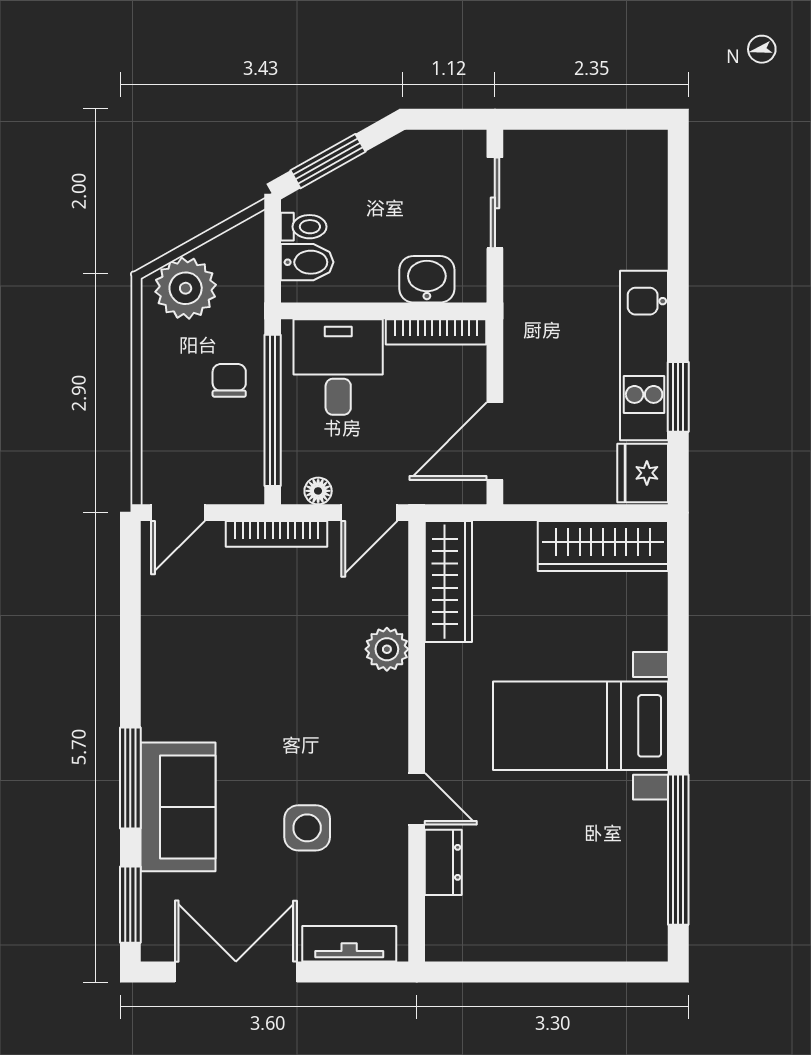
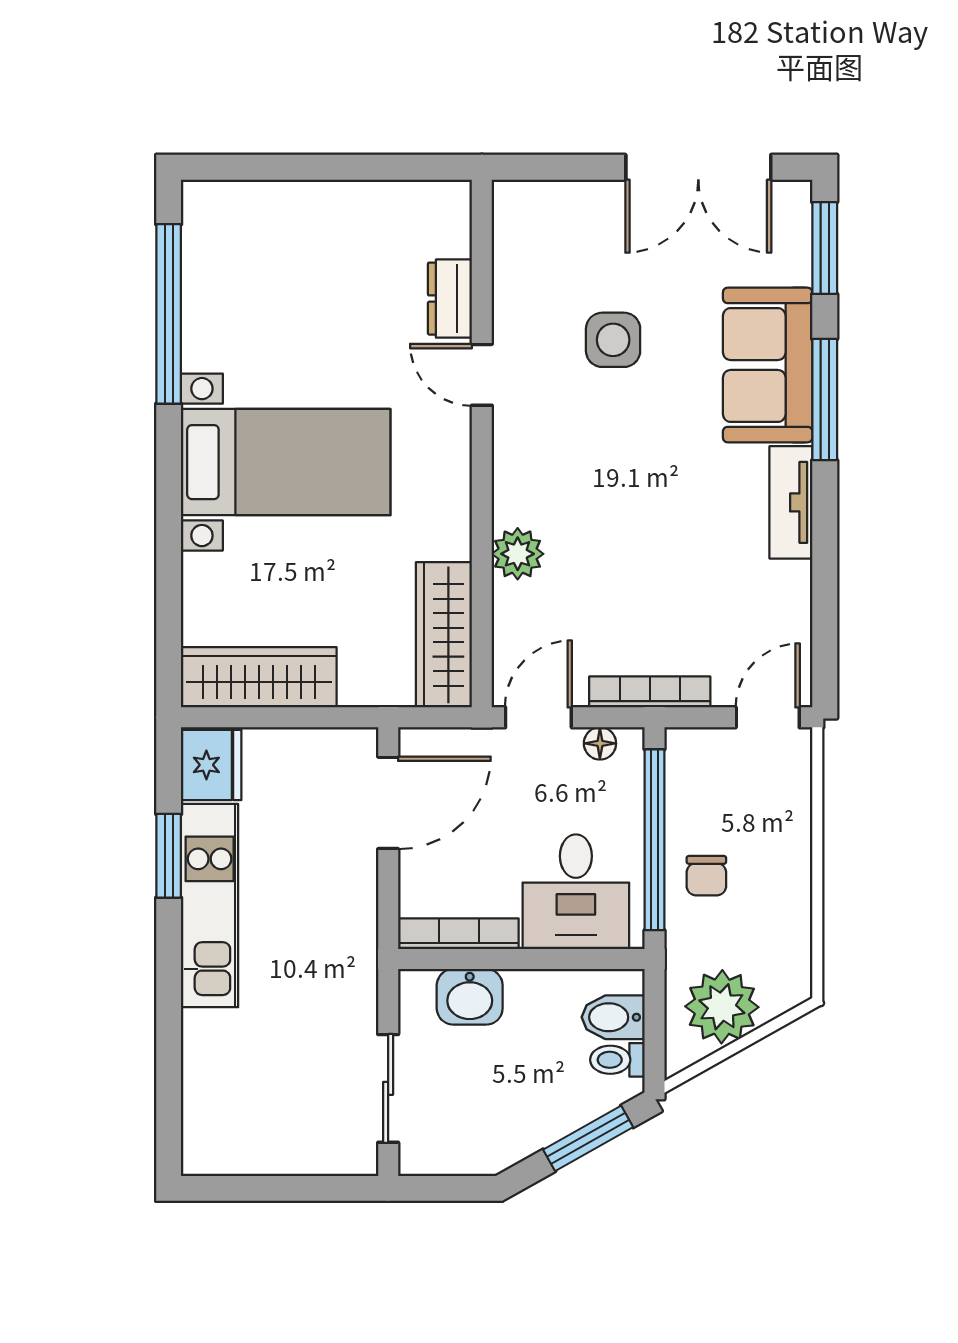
plant: (186, 288) -> (722, 1007), moved
tv unit: (349, 944) -> (791, 502), moved, turned 90

